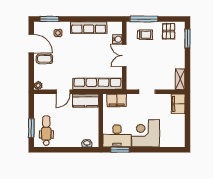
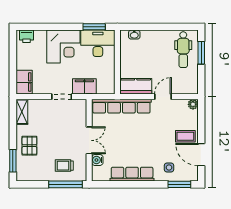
pallet: (169, 31) -> (29, 146), moved
filing cabinet: (117, 100) -> (84, 86), moved
printer: (176, 142) -> (26, 36), added

